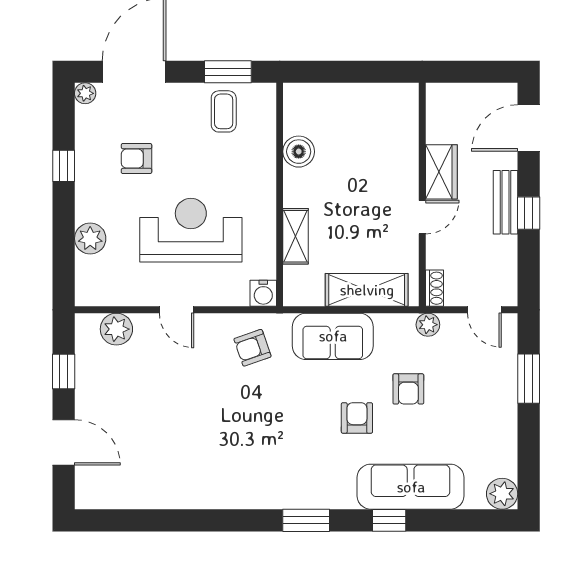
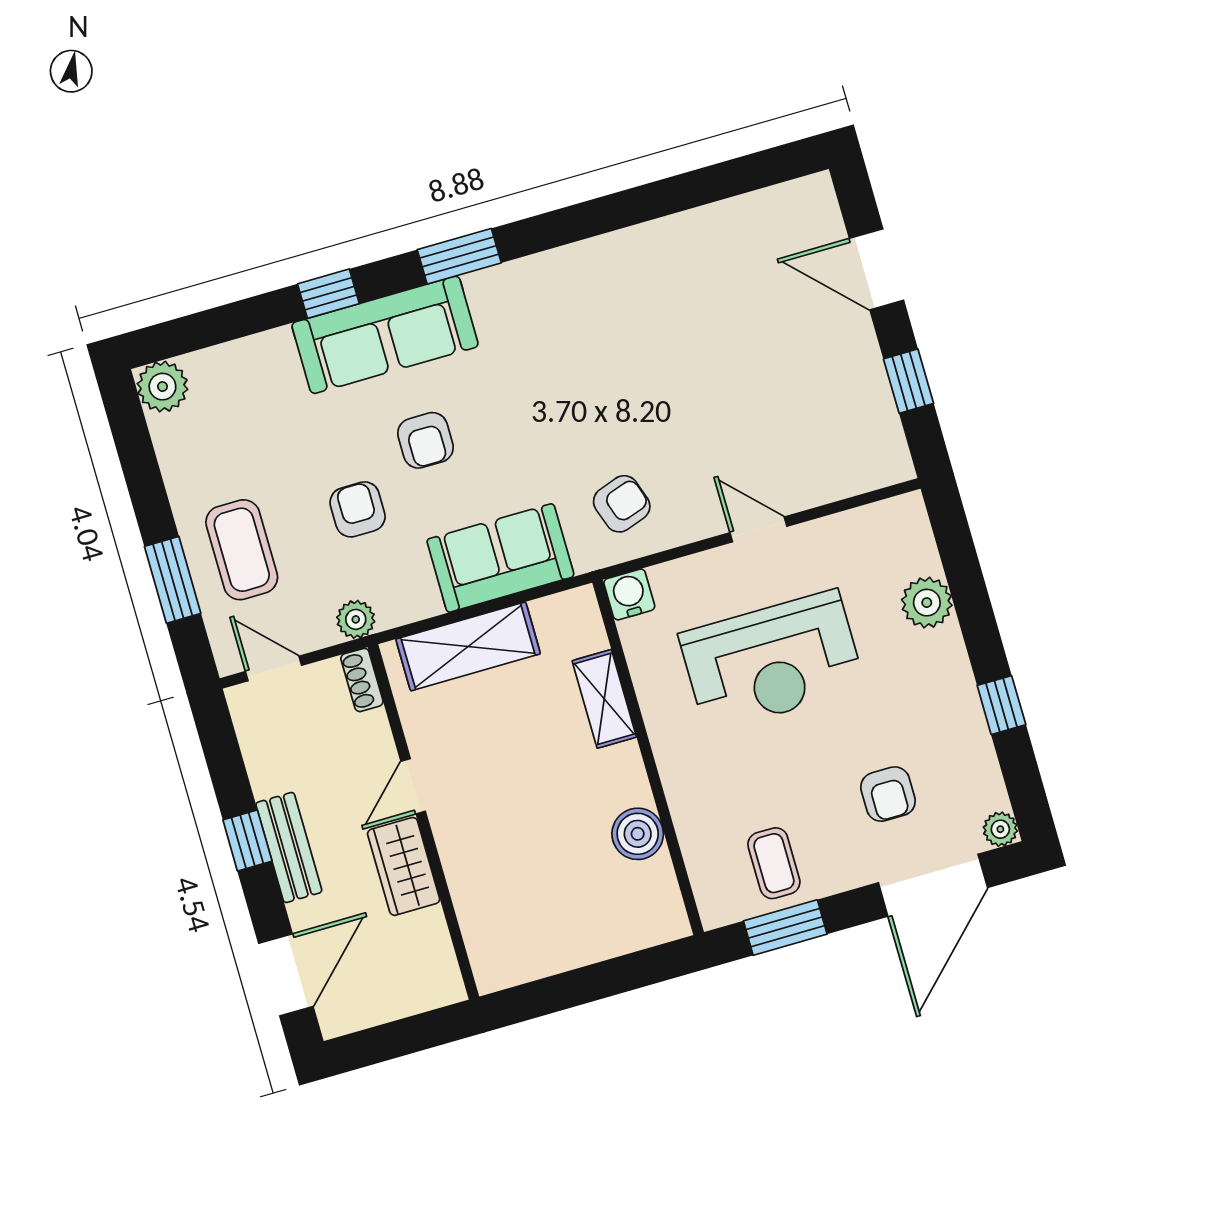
armchair: (136, 159) -> (888, 794), moved, turned 90
plant: (116, 329) -> (845, 472), removed
coffee table: (483, 385) -> (242, 550), added
sofa: (411, 487) -> (385, 335), moved

